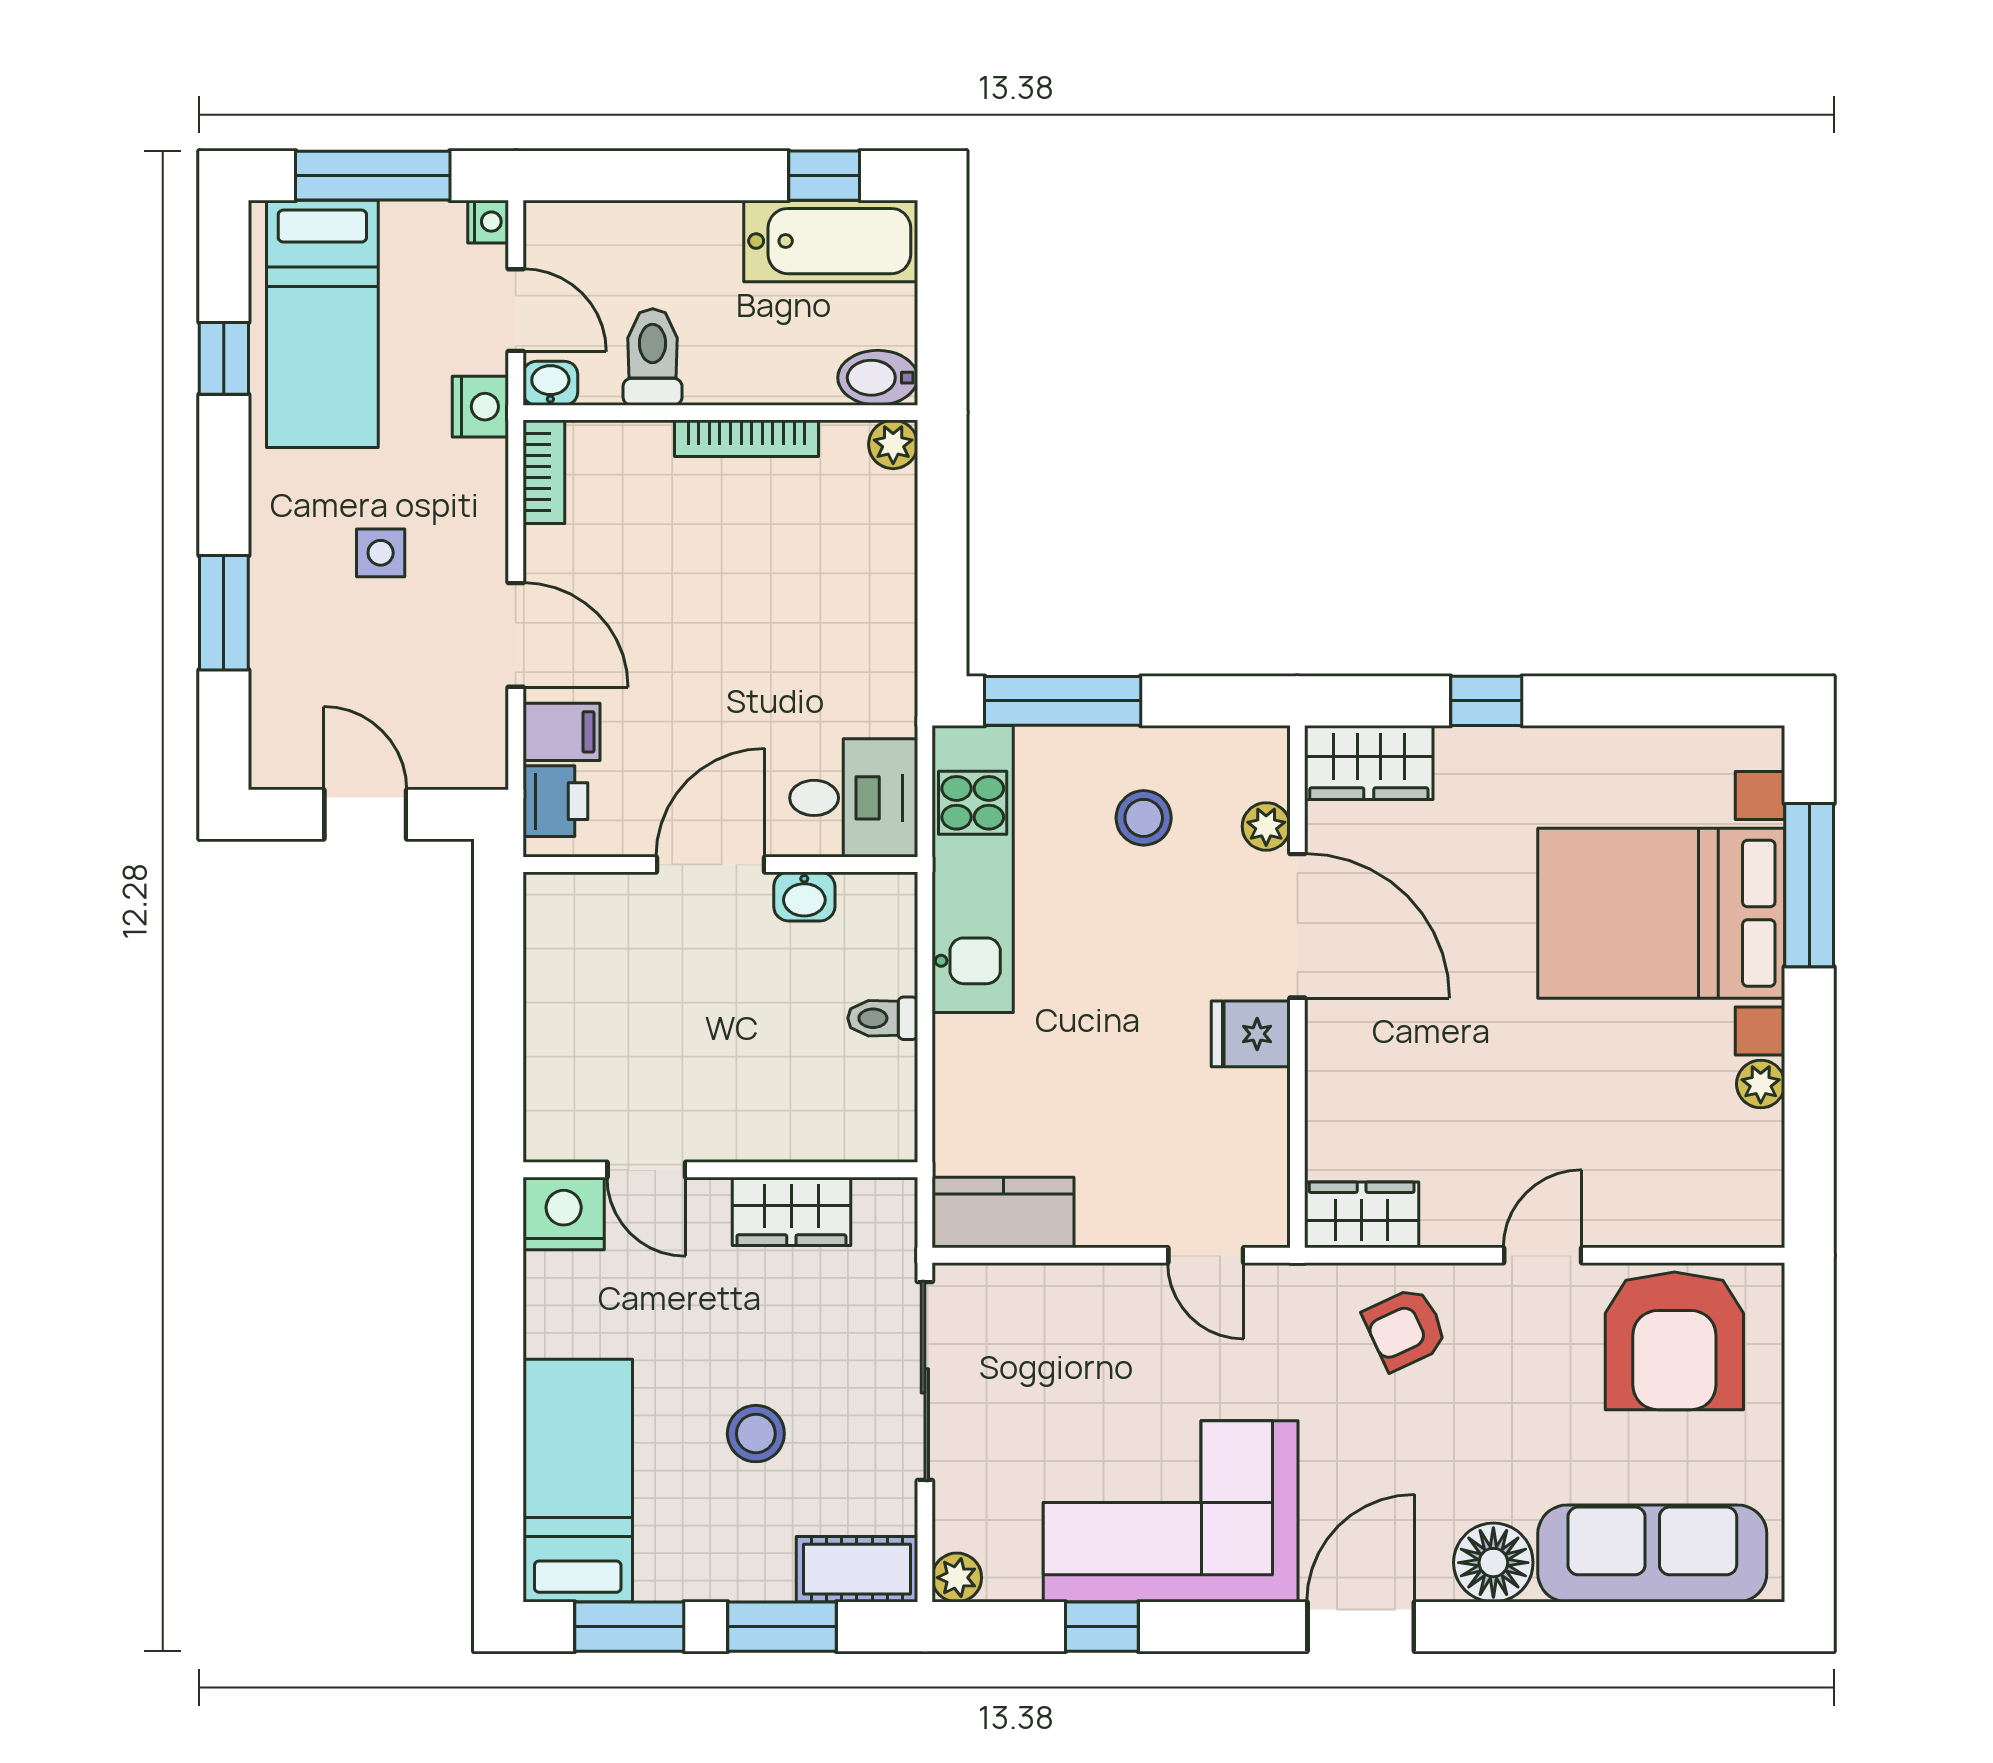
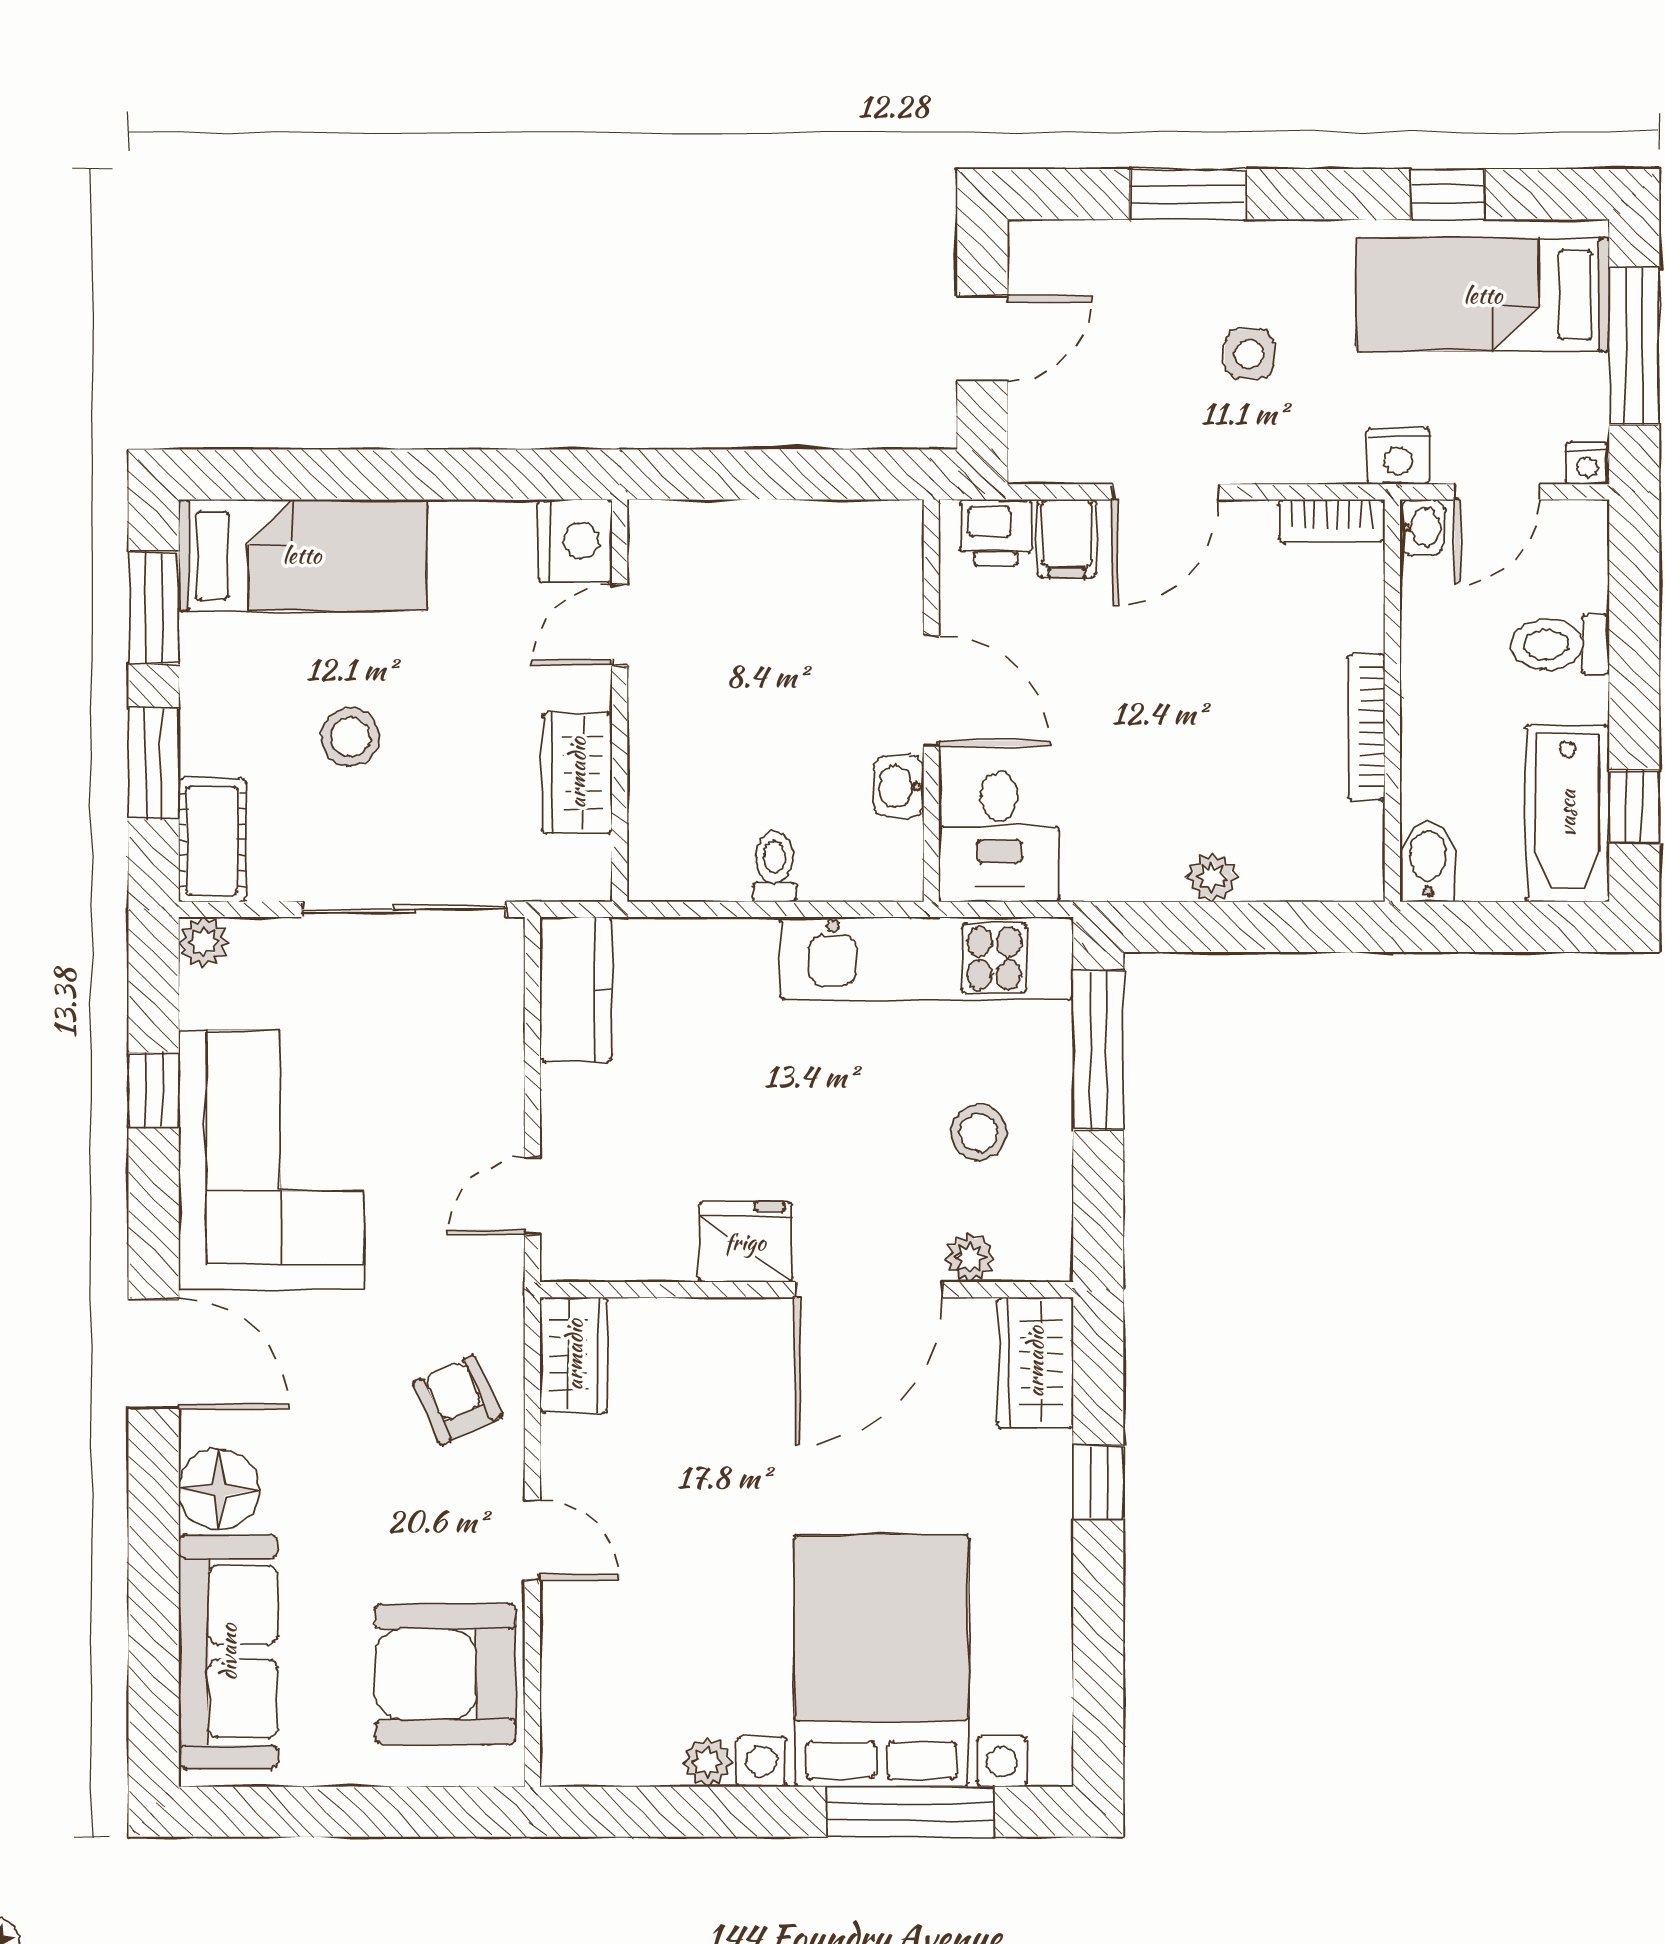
toilet: (653, 357) -> (1560, 644), moved, turned 180
plant: (893, 444) -> (1212, 877), moved
fridge: (1251, 1034) -> (745, 1242), width x1.38

